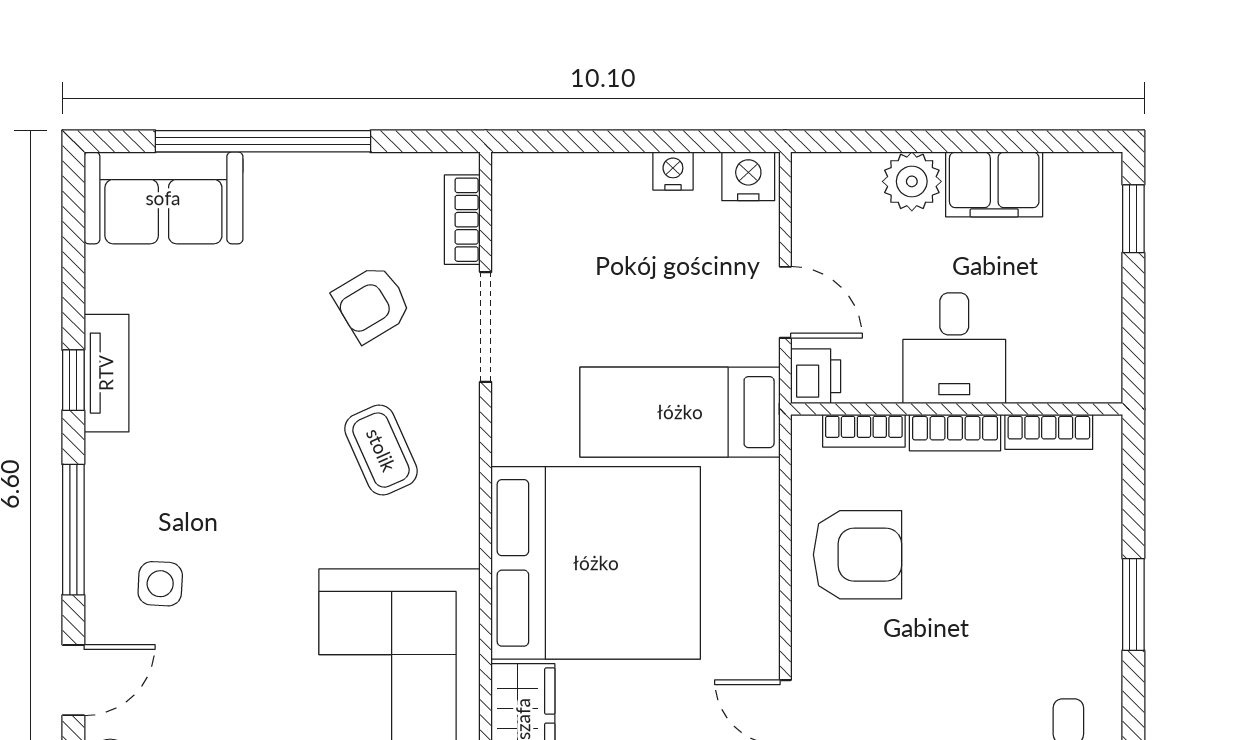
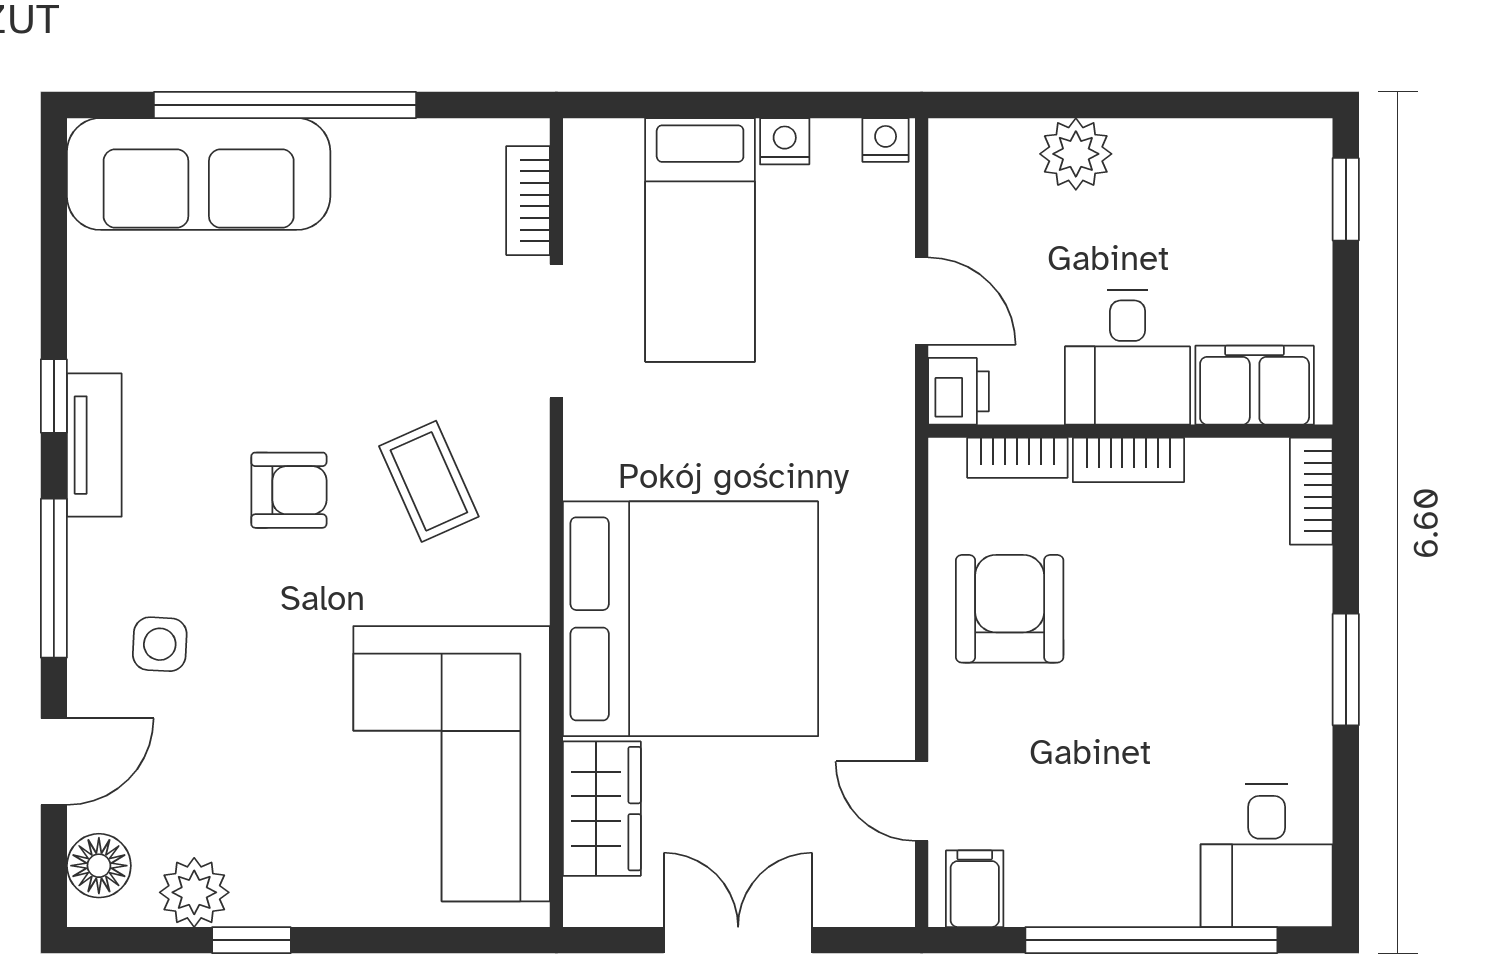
nightstand: (748, 176) -> (886, 140), width x0.72, depth x0.74
filing cabinet: (994, 184) -> (1255, 385), moved, turned 180
sofa: (163, 198) -> (199, 174), width x1.36
armchair: (372, 304) -> (289, 490), moved, turned -149
tv unit: (106, 373) -> (94, 445), moved
bed: (680, 412) -> (700, 240), moved, turned -90
bookcase: (1049, 432) -> (1311, 491), moved, turned 90
armchair: (857, 555) -> (1010, 609), turned -90

